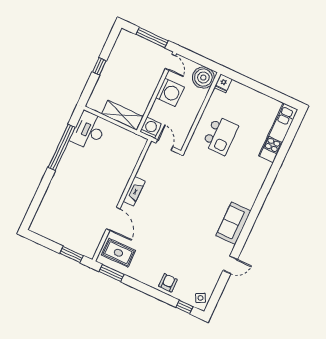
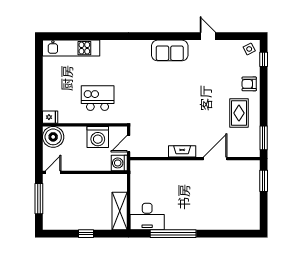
washing machine: (170, 92) -> (98, 137), moved, turned 180
shelving: (122, 115) -> (120, 211), moved
rug: (118, 253) -> (239, 113), moved

